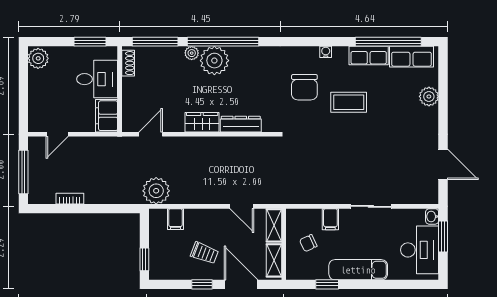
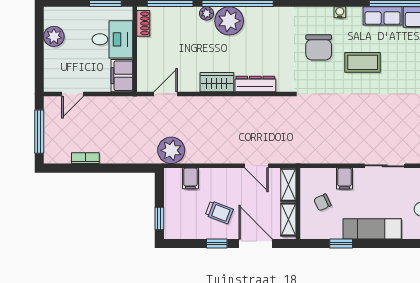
plant: (38, 58) -> (54, 36), moved

